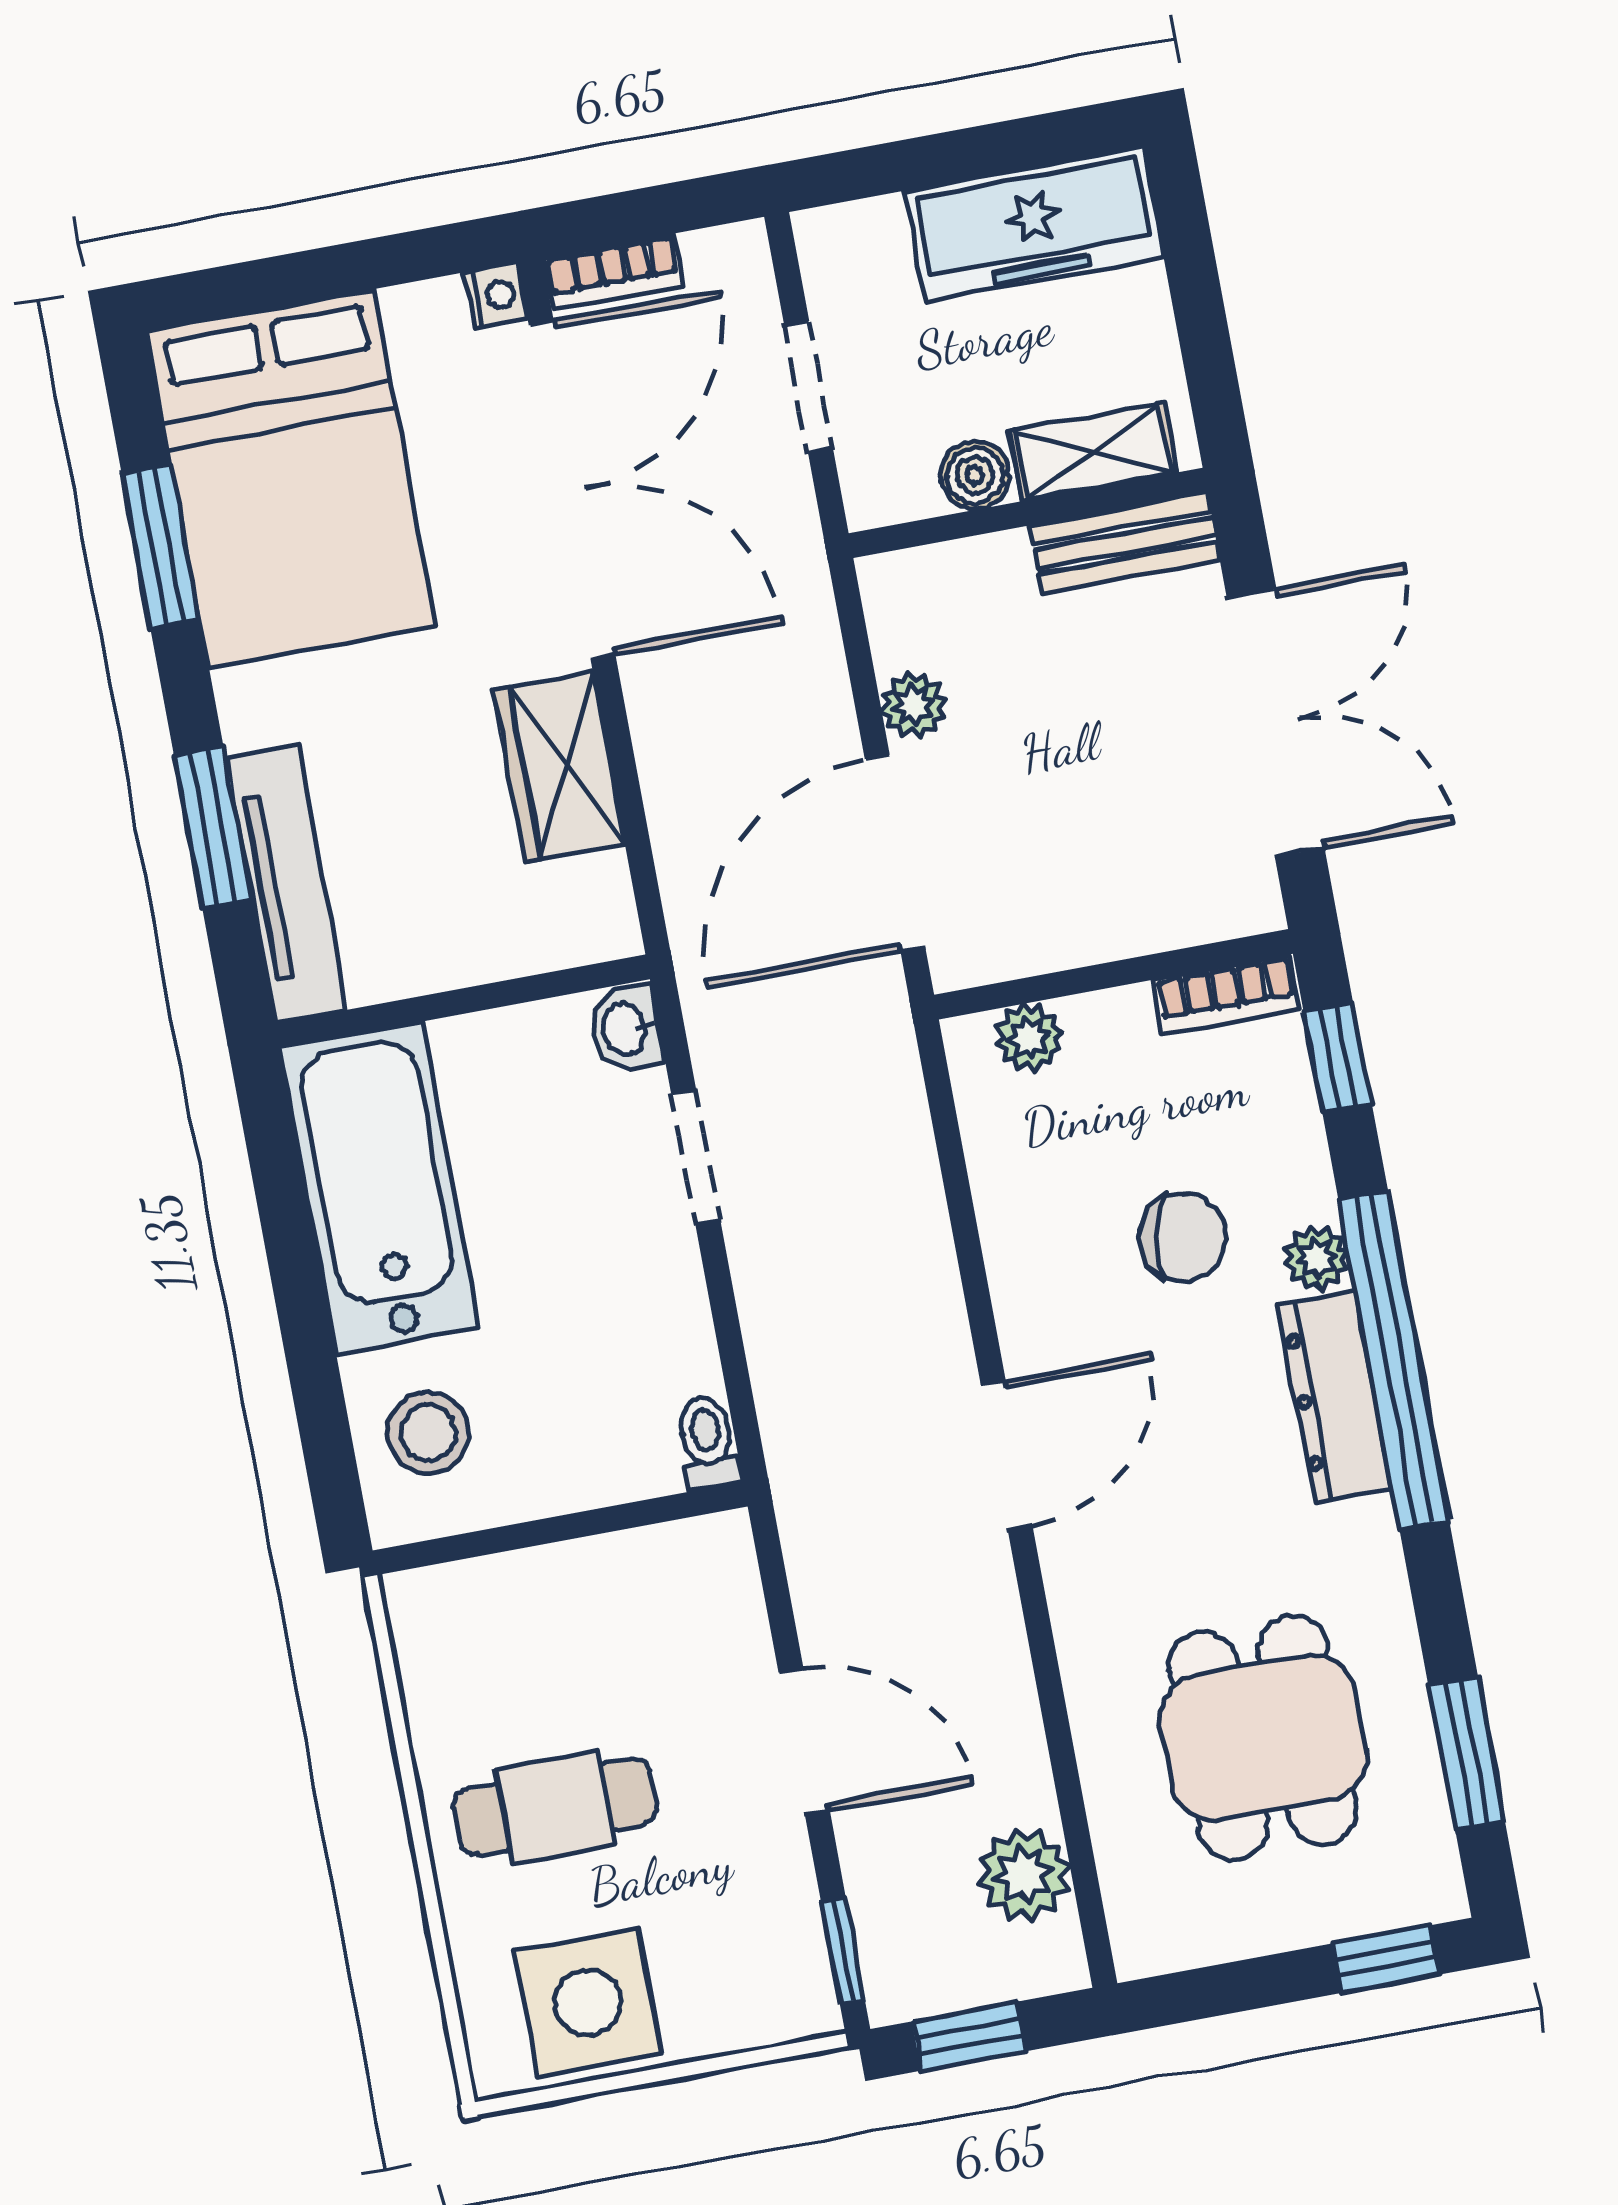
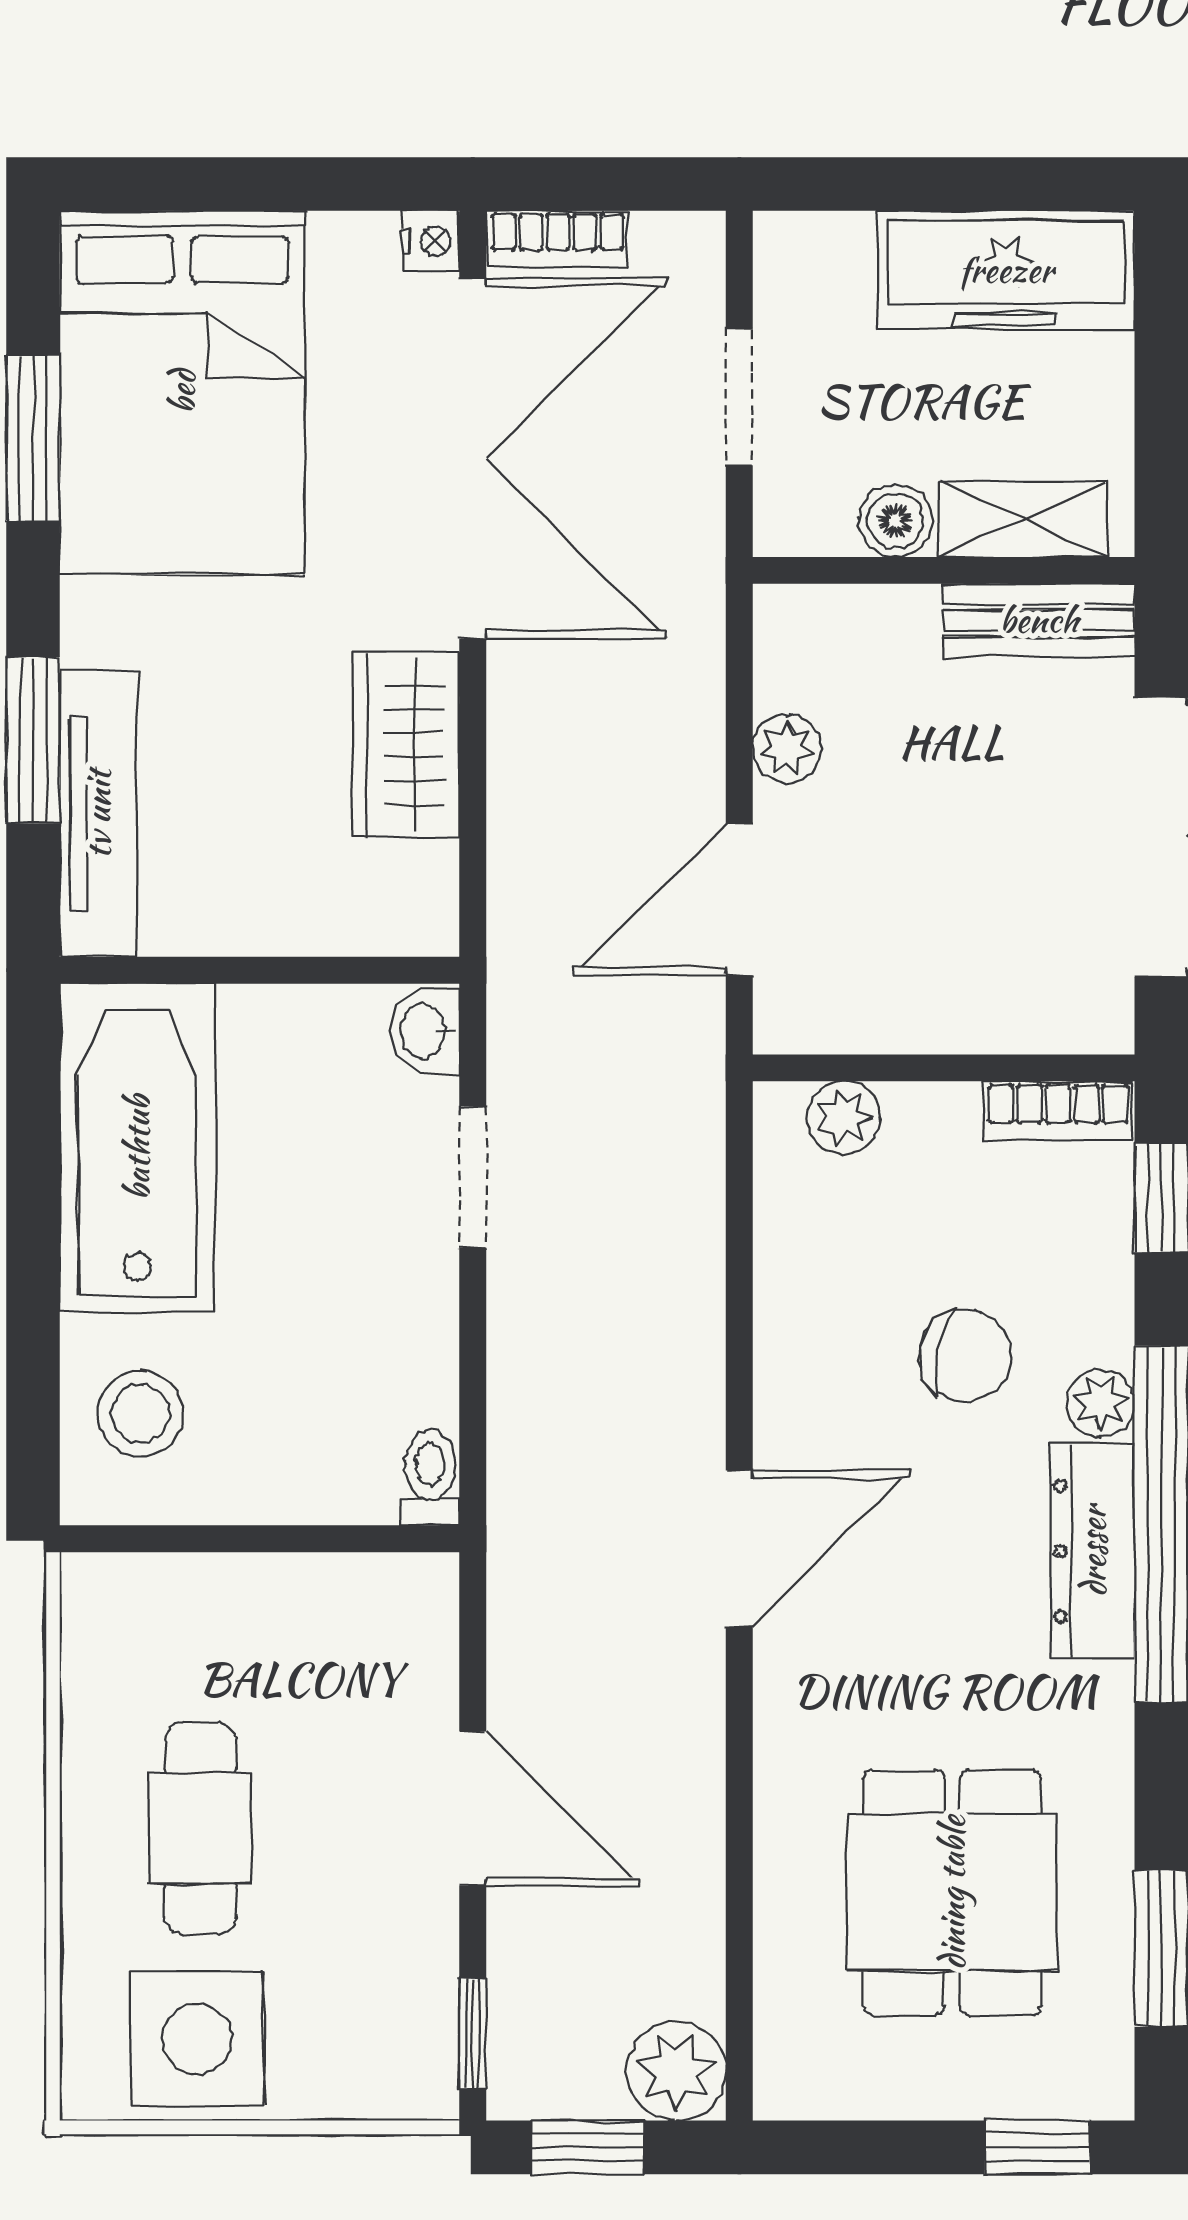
door: (895, 853) -> (739, 899), width x0.73
cafe table: (555, 1807) -> (200, 1828), turned 90
plant: (1024, 1875) -> (676, 2071), moved

